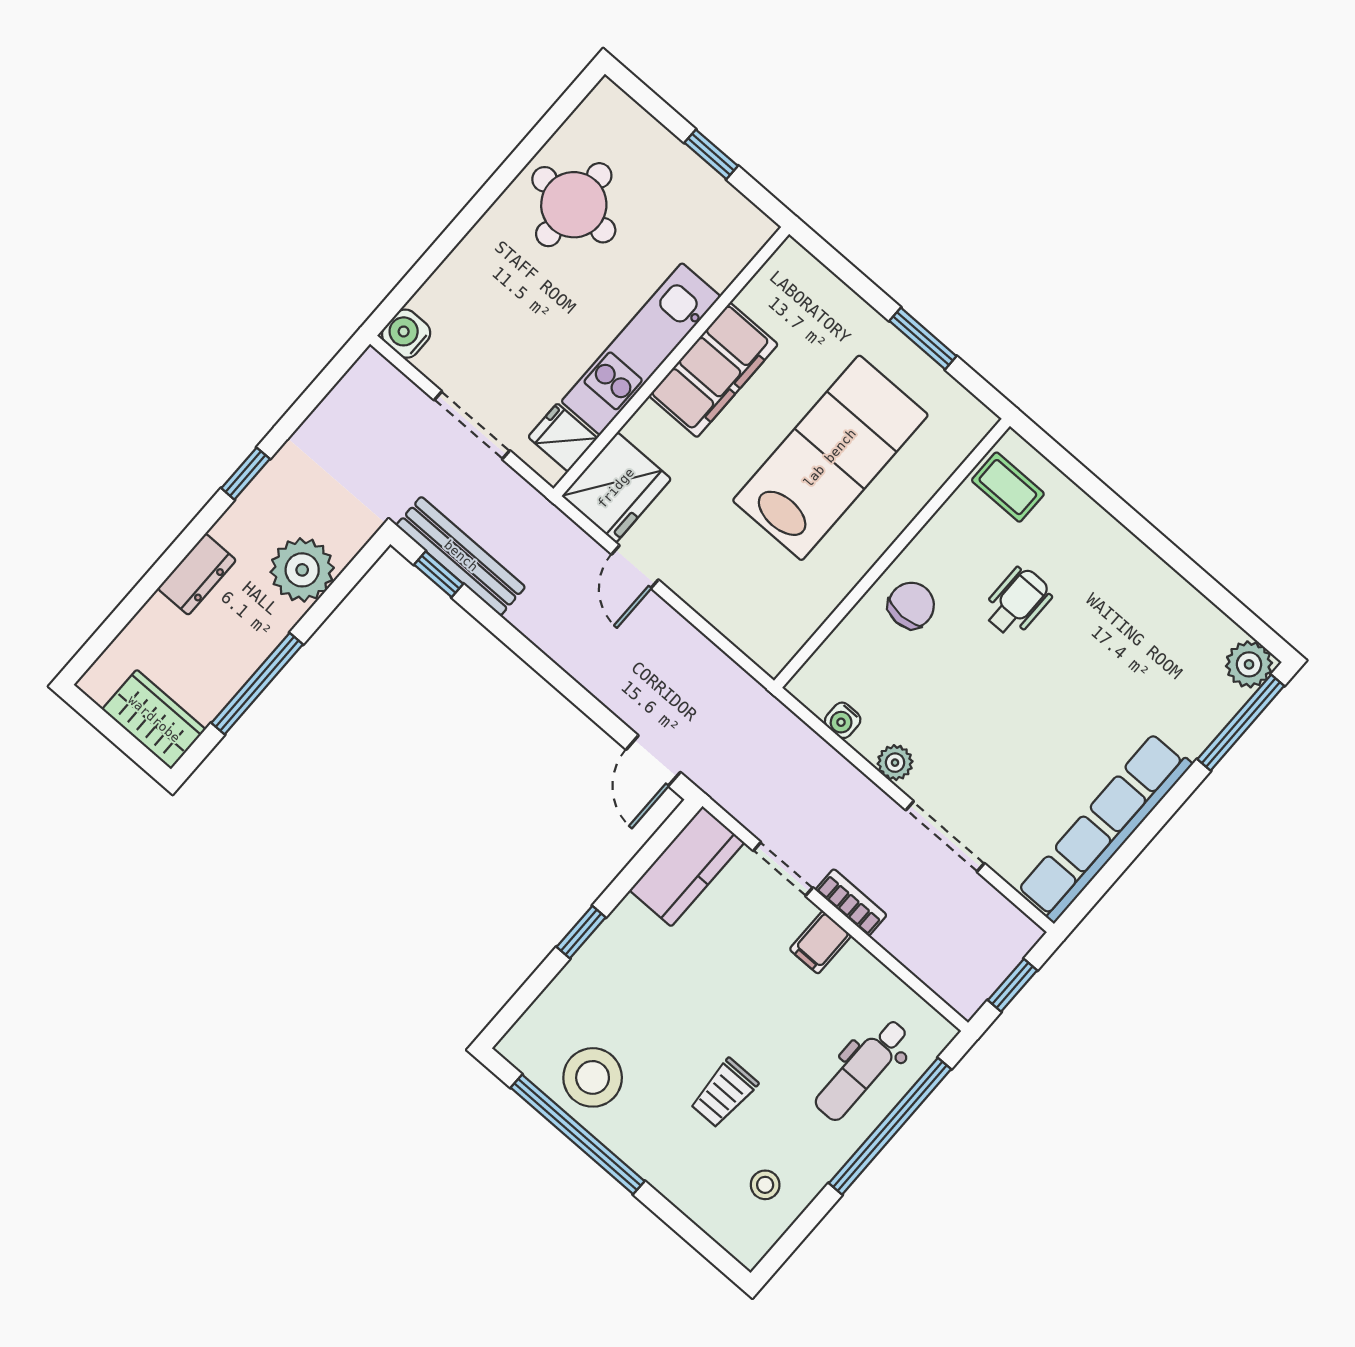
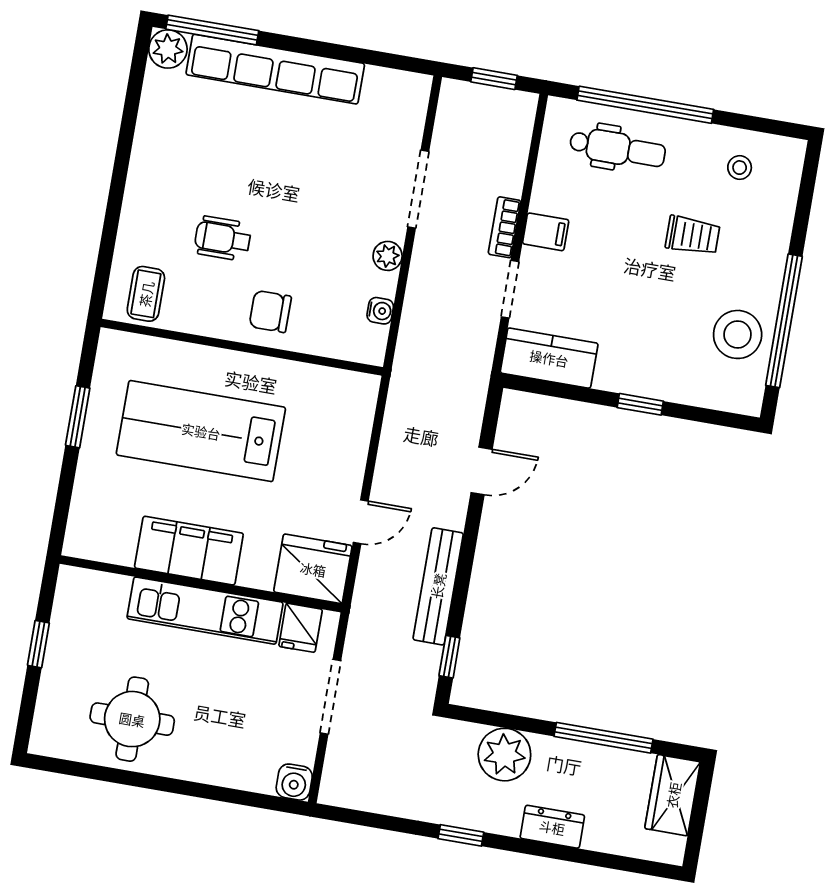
bench: (461, 556) -> (438, 586), moved
door: (653, 761) -> (482, 471), moved
row of seats: (1105, 828) -> (275, 69), moved

